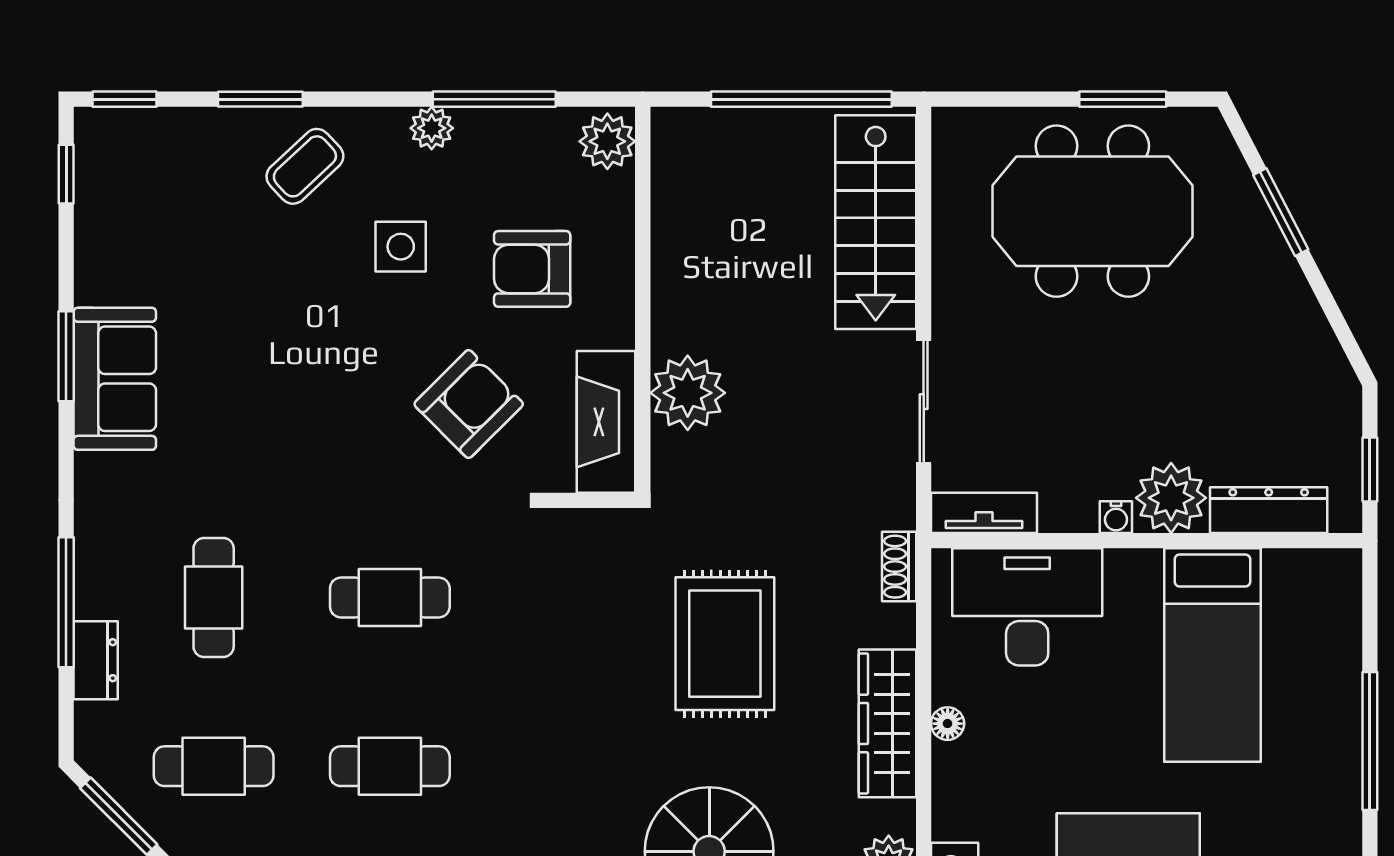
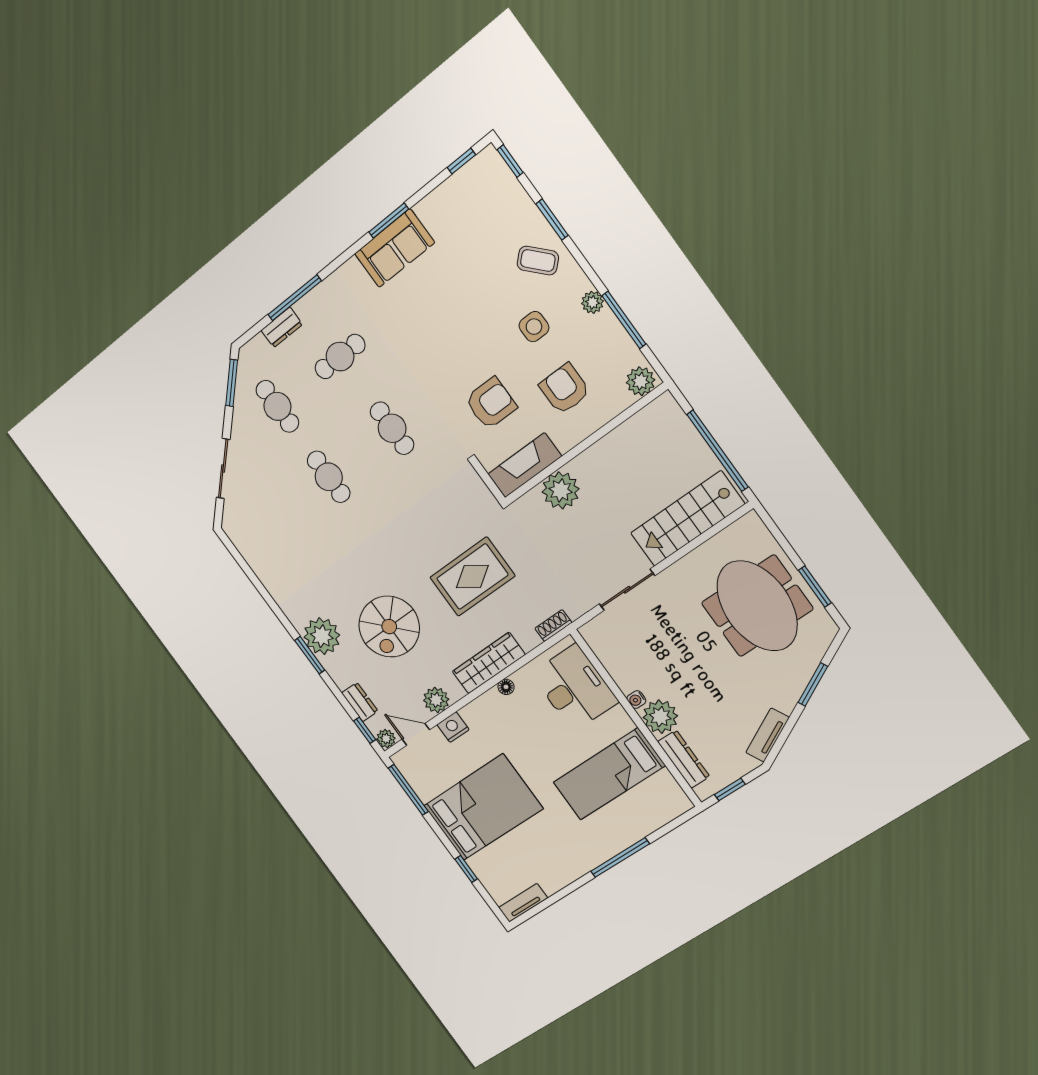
armchair: (469, 404) -> (491, 403), turned -45
tv unit: (984, 513) -> (767, 735), moved, turned -117

